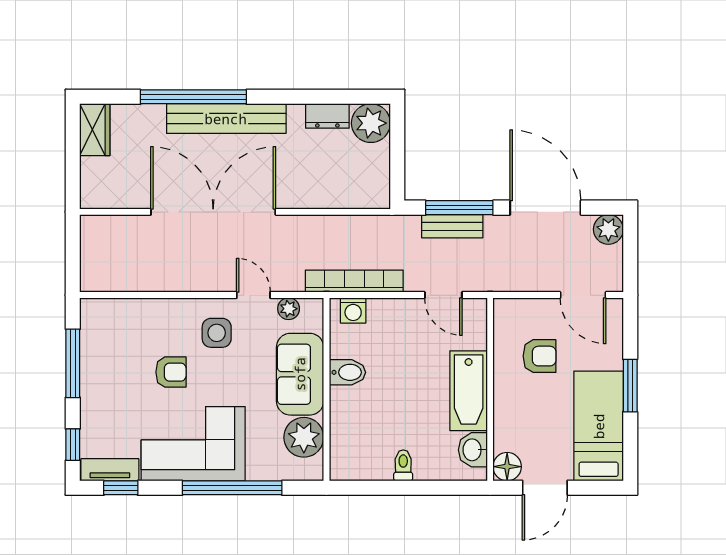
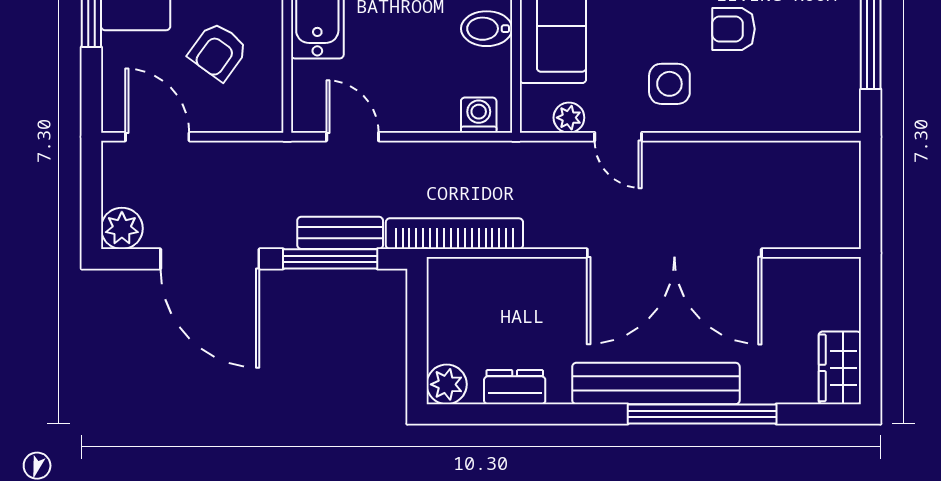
plant: (371, 123) -> (447, 384), width x0.73, depth x0.73
bookcase: (354, 281) -> (454, 234), moved, turned 180
armchair: (540, 356) -> (218, 51), turned -54

